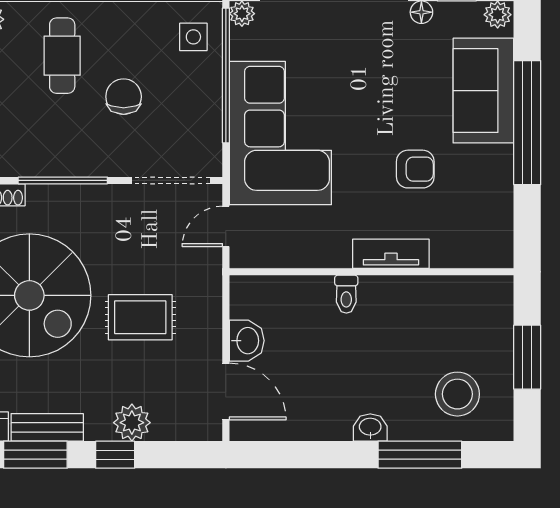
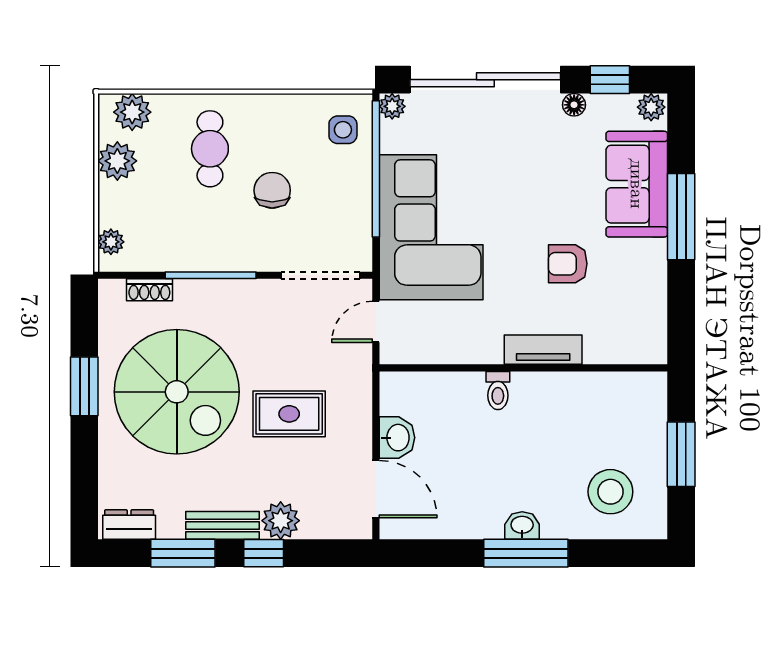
window: (527, 123) -> (681, 217), width x0.68
armchair: (415, 169) -> (568, 264), turned 180
bench: (47, 427) -> (222, 525), moved
window: (420, 455) -> (526, 553), moved

